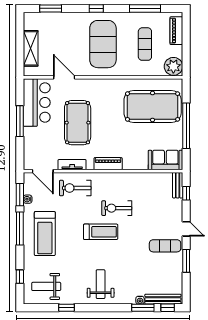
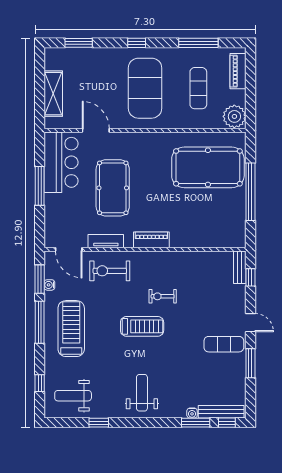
sofa: (165, 160) -> (224, 235), removed
exercise bike: (117, 208) -> (163, 296), width x0.73, depth x0.72
treadmill: (45, 234) -> (71, 329), turned 180

